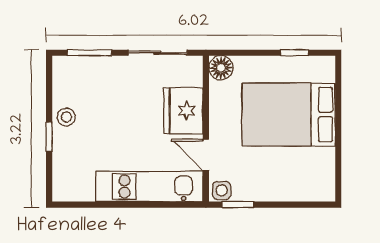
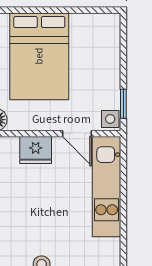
fridge: (183, 111) -> (36, 150), width x0.73, depth x0.75
door: (206, 155) -> (77, 134), hinge flipped

